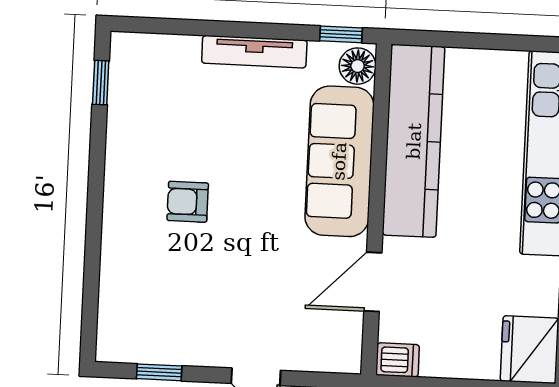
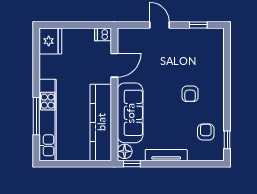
armchair: (153, 105) -> (206, 132), added
armchair: (188, 202) -> (190, 94), turned 90

